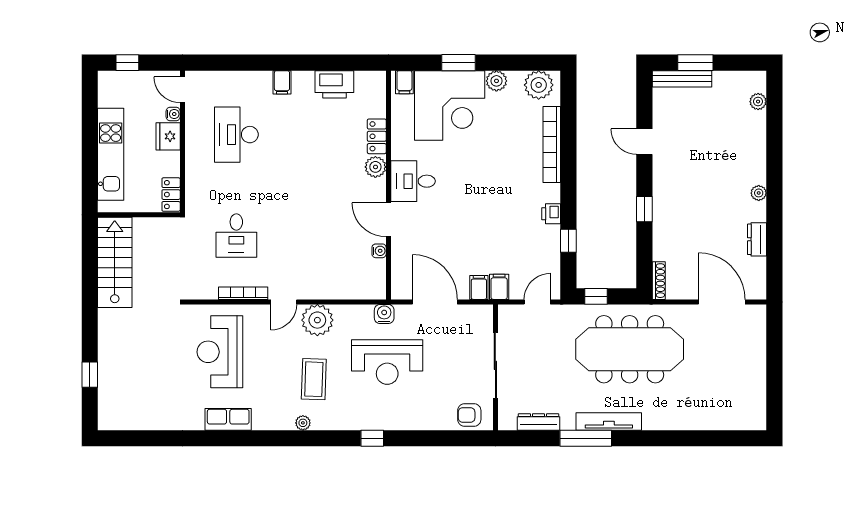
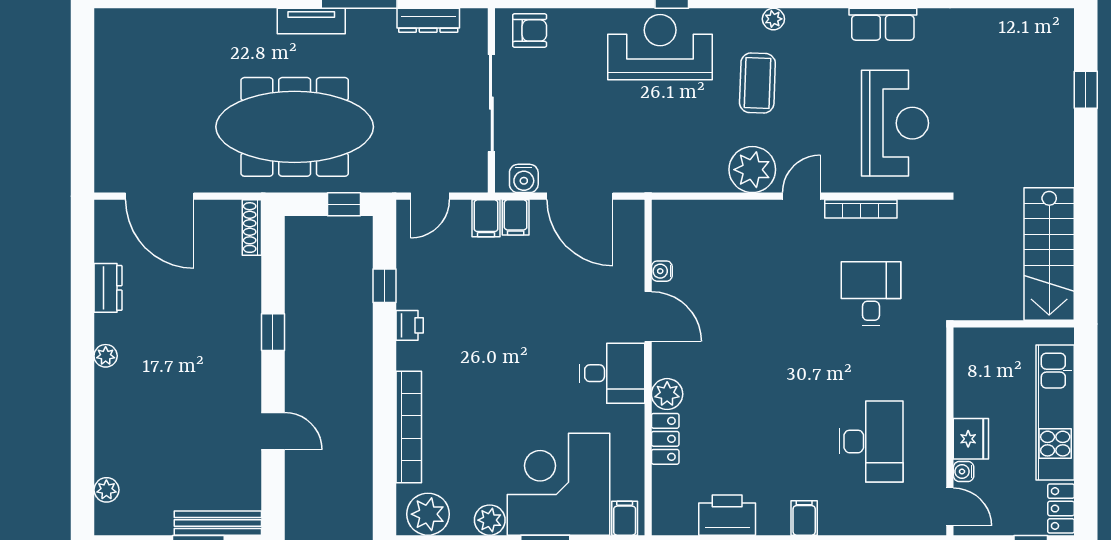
locker: (171, 195) -> (1061, 509), moved, turned 180
water cooler: (384, 314) -> (524, 178), moved
reception desk: (387, 362) -> (660, 47), moved
tv unit: (609, 421) -> (311, 21), width x0.71

